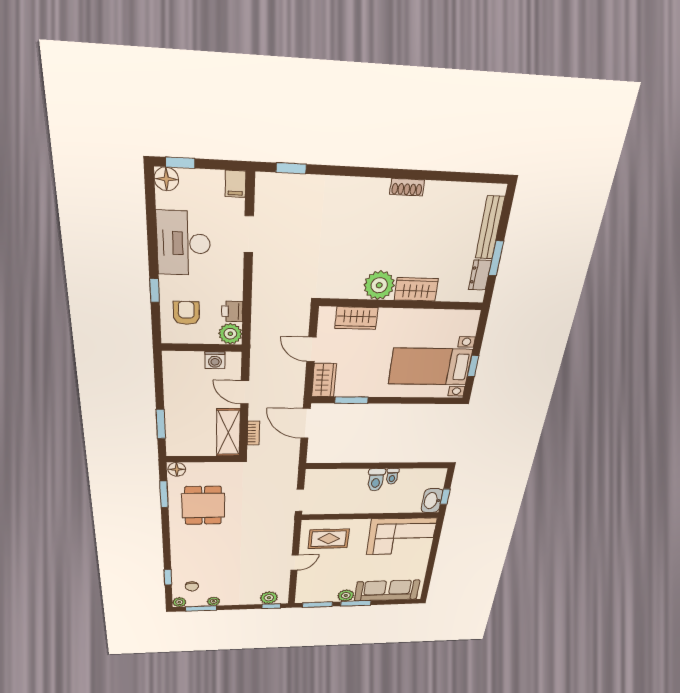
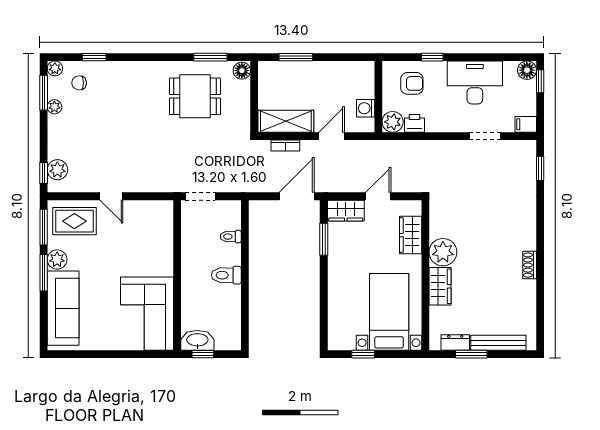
bed with nightstands: (430, 367) -> (389, 312), moved
toilet: (392, 476) -> (231, 237), moved
rug: (329, 539) -> (74, 221), moved, turned 90

